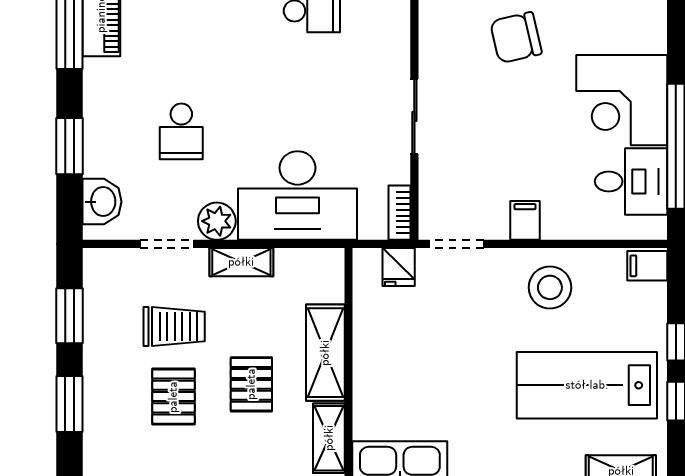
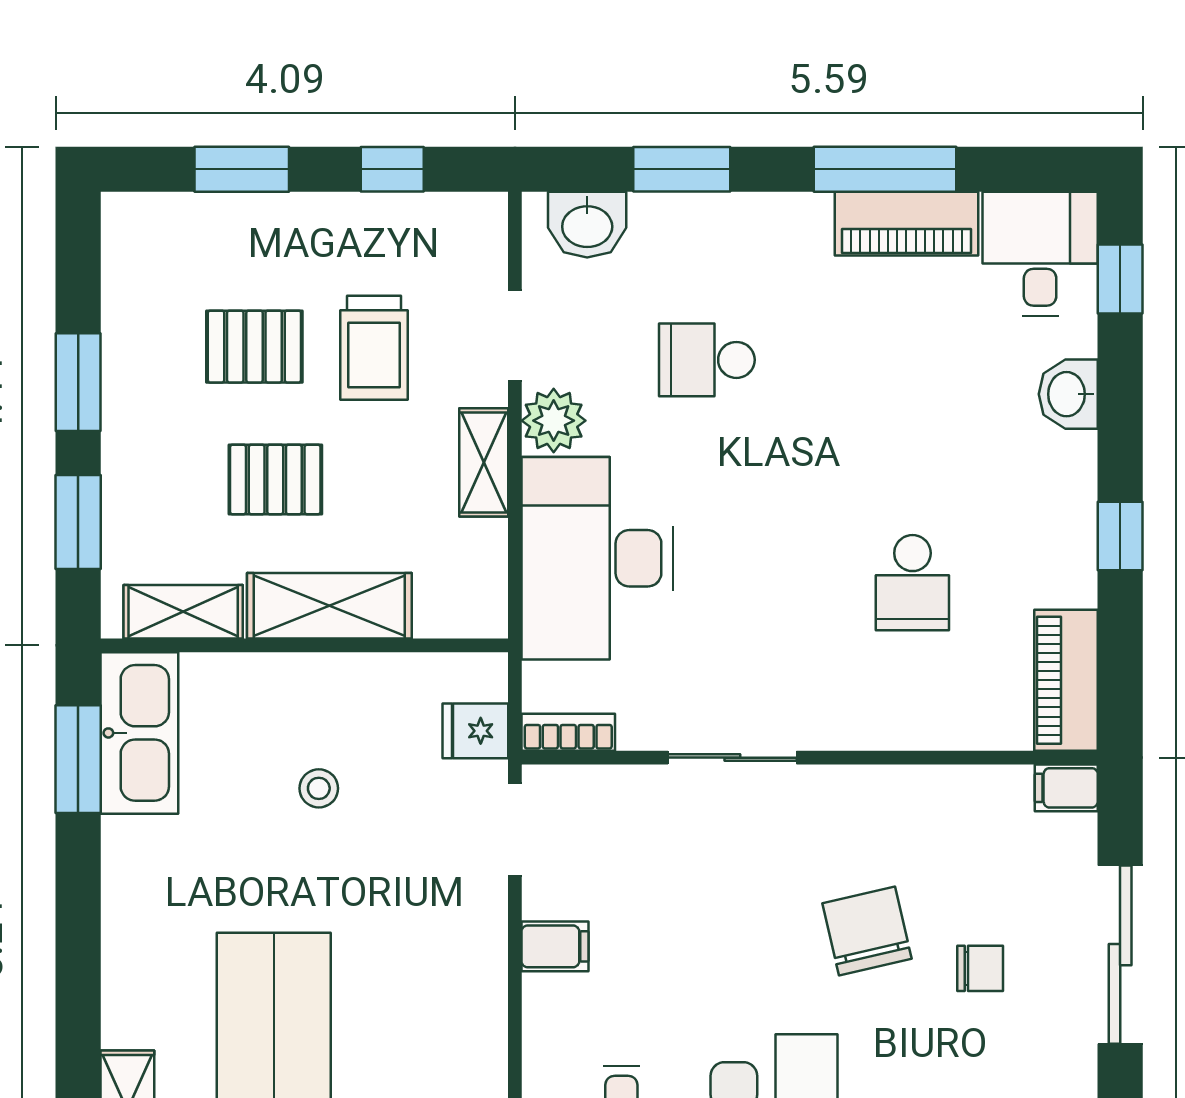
stool: (550, 287) -> (319, 788), moved, width x0.53, depth x0.53
window: (70, 316) -> (392, 169), width x0.67

